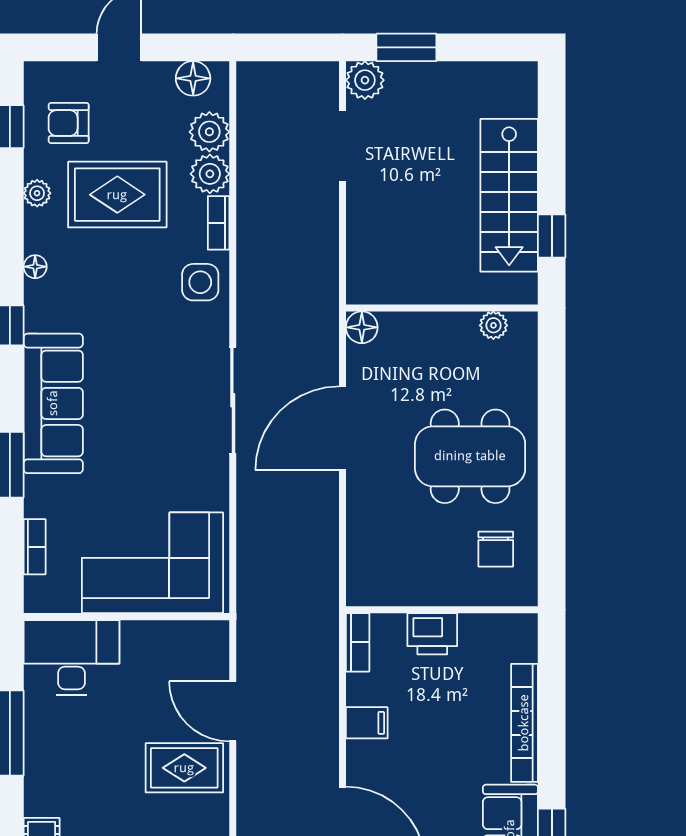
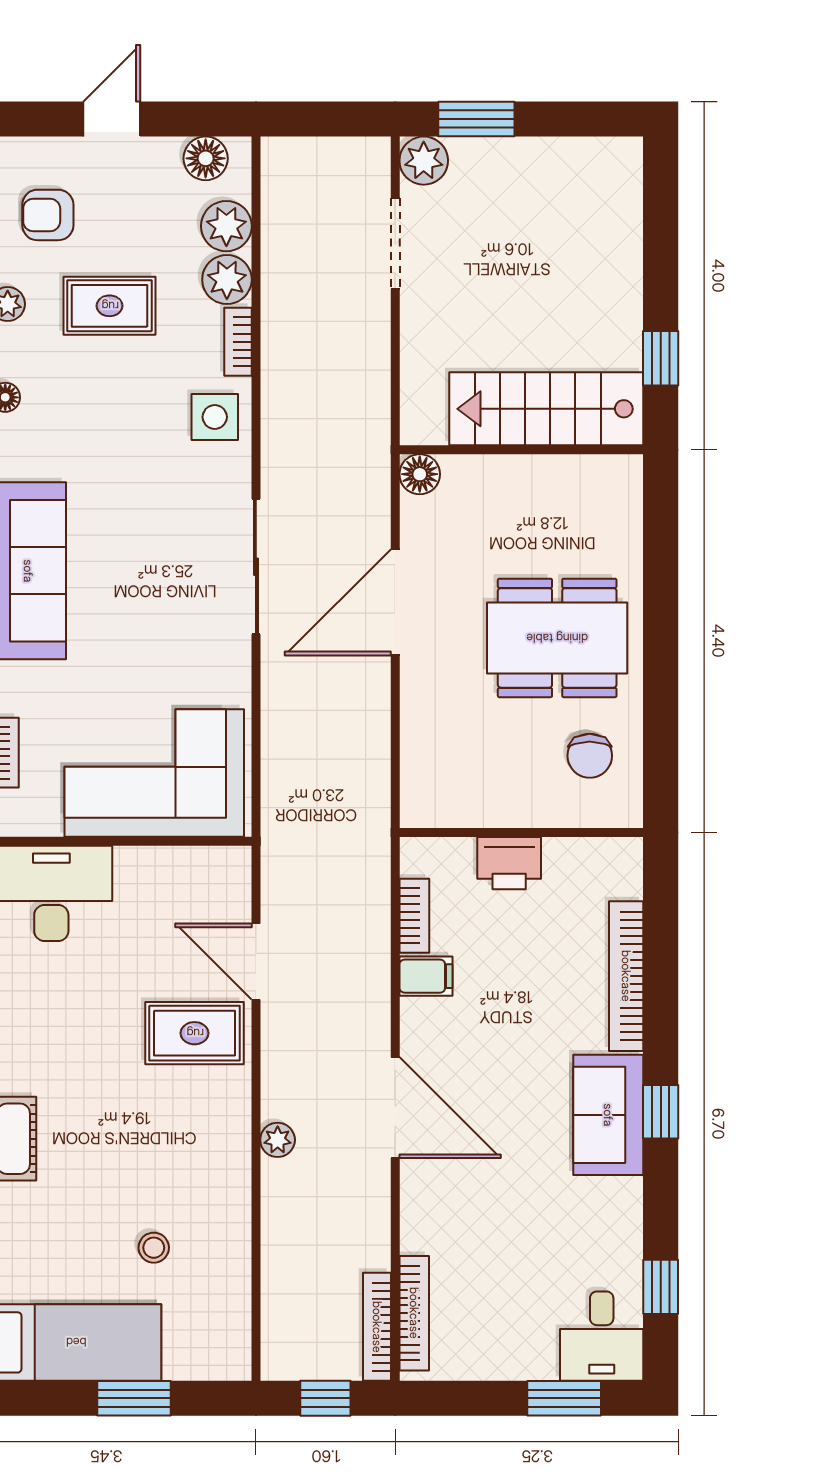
rug: (117, 195) -> (110, 306), width x0.73, depth x0.70
stairs: (509, 195) -> (546, 409), moved, turned 90
plant: (493, 325) -> (587, 472), removed
bookcase: (358, 642) -> (414, 916), moved

